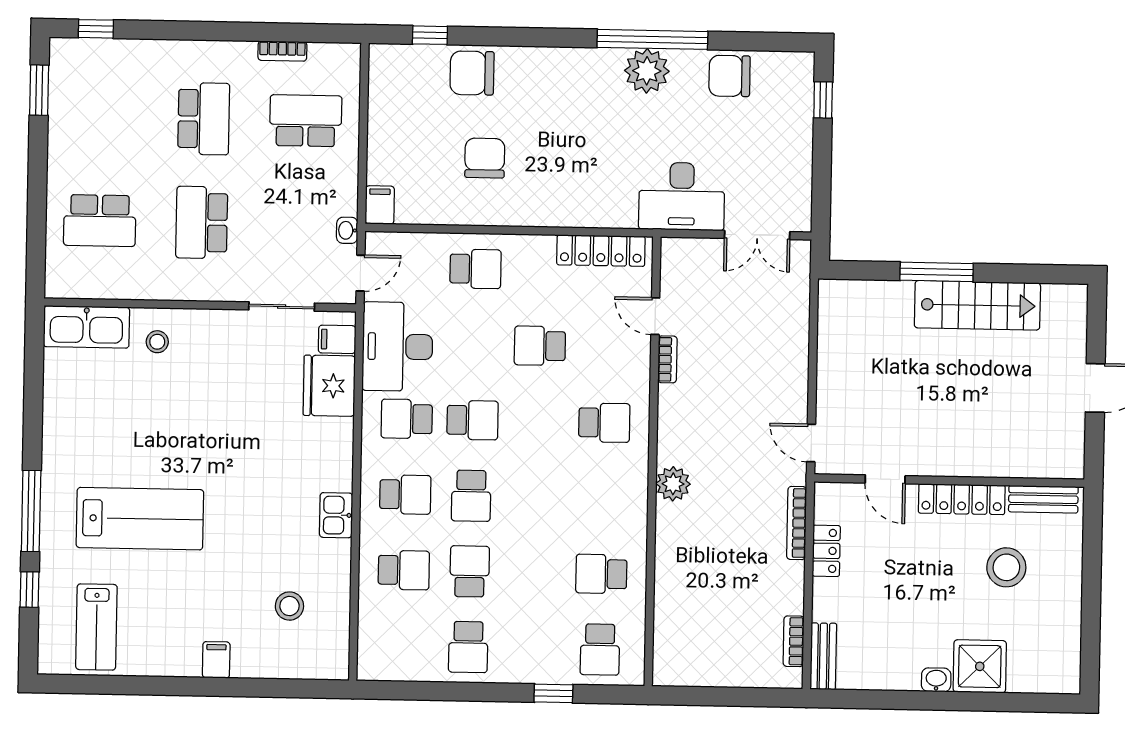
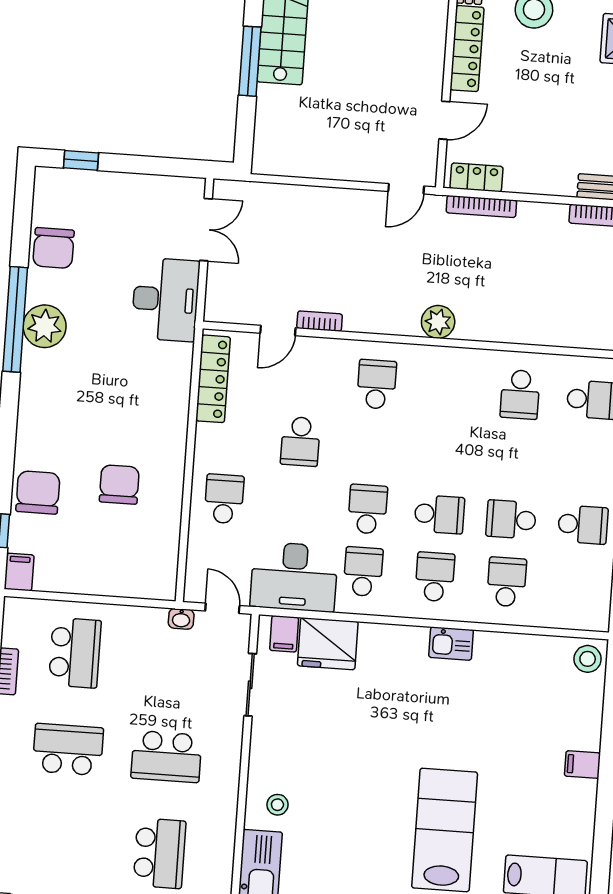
chair: (472, 73) -> (38, 492), turned 180
school desk: (306, 121) -> (75, 653), turned 180
chair: (485, 158) -> (119, 485), turned 90
filing cabinet: (380, 205) -> (19, 572), moved, turned 90
school desk: (407, 419) -> (363, 572), turned 180
locker: (826, 551) -> (476, 177), moved
stool: (289, 606) -> (588, 659), moved

